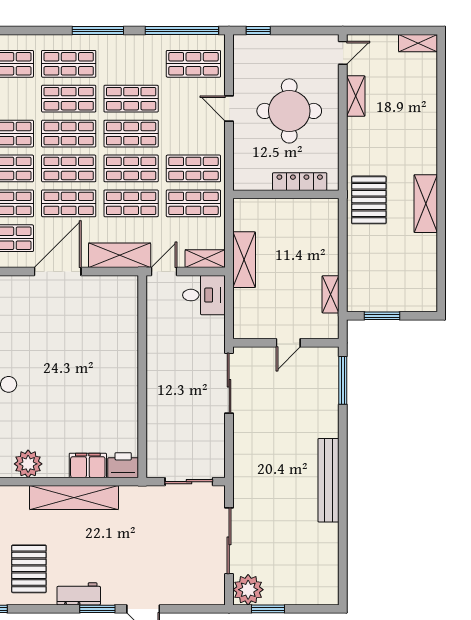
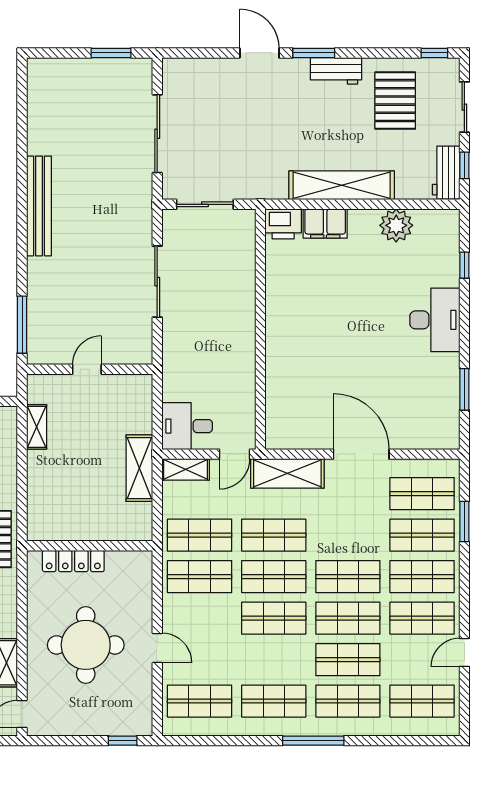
window: (182, 31) -> (213, 741), removed
shop shelf: (131, 99) -> (274, 701), moved
shop shelf: (69, 203) -> (348, 535), removed
door: (58, 271) -> (361, 454), swing flipped
sliding door: (229, 383) -> (157, 282), moved
plant: (248, 590) -> (134, 76), removed

